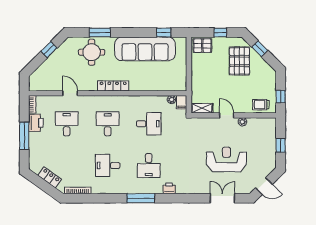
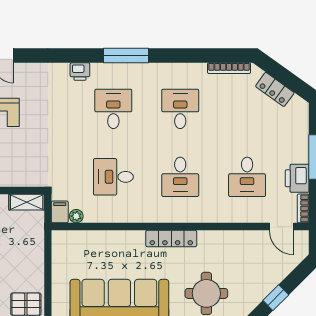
door: (70, 93) -> (282, 227), moved
desk: (108, 165) -> (180, 109), turned -90

